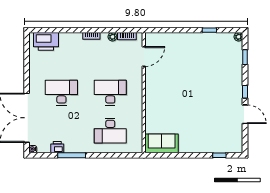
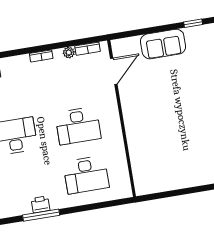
desk: (110, 93) -> (78, 126), turned 180
sofa: (162, 143) -> (163, 44), moved, turned 180
printer: (57, 147) -> (41, 205), moved

